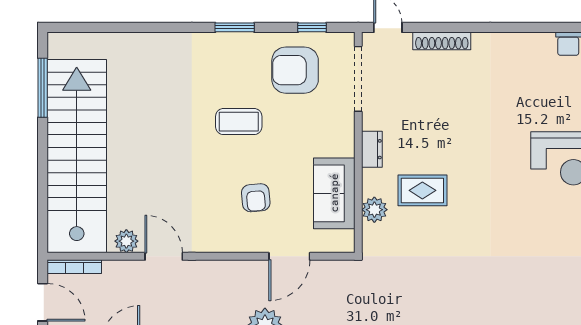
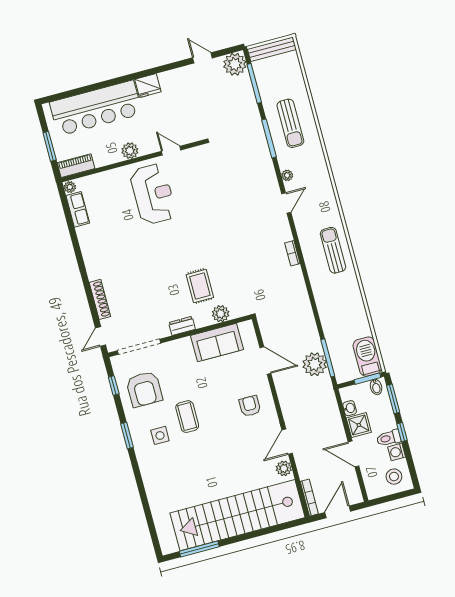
side table: (222, 75) -> (160, 435), added
armchair: (256, 198) -> (250, 406), moved, turned -85

